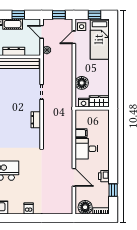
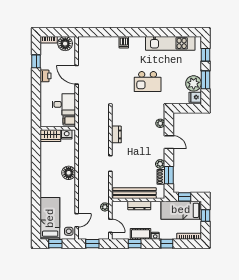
wardrobe: (99, 101) -> (50, 136), moved
nightstand: (84, 103) -> (67, 134), moved
wall: (92, 108) -> (58, 128), moved

